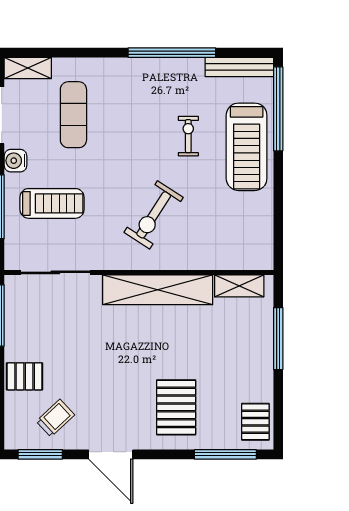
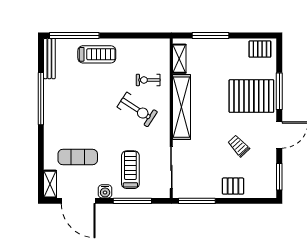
exercise bike: (188, 136) -> (148, 80), moved
treadmill: (247, 147) -> (97, 54), width x0.73, depth x0.73
pallet: (25, 376) -> (233, 186), turned 90
pallet: (176, 407) -> (251, 96), width x1.37, depth x1.41
trolley: (55, 418) -> (239, 146), moved
window: (225, 454) -> (279, 91), moved

